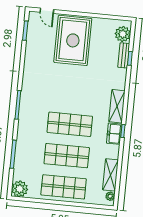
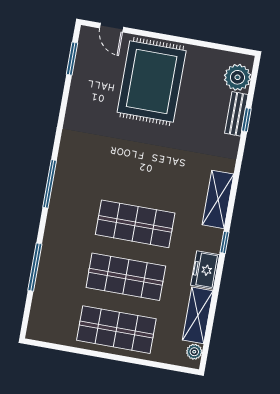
freezer: (114, 134) -> (205, 270), moved
plant: (20, 189) -> (41, 327), removed

